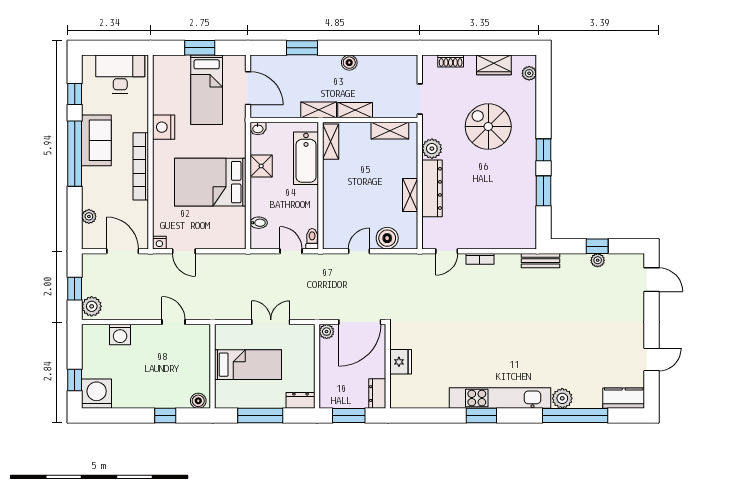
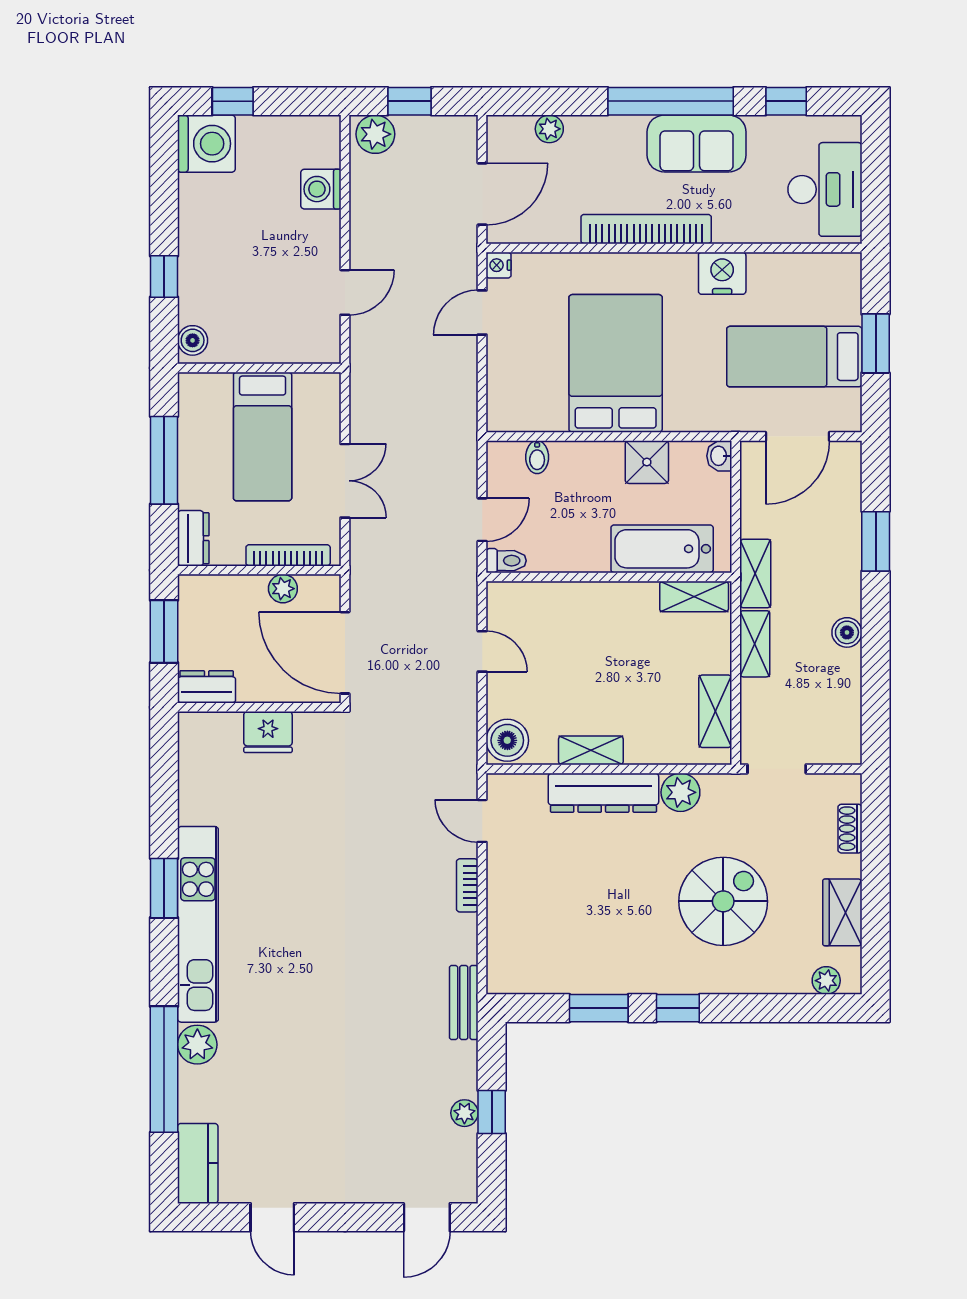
boiler: (387, 238) -> (507, 740), moved
plant: (327, 332) -> (283, 589), moved
bookcase: (309, 351) -> (288, 555), added

